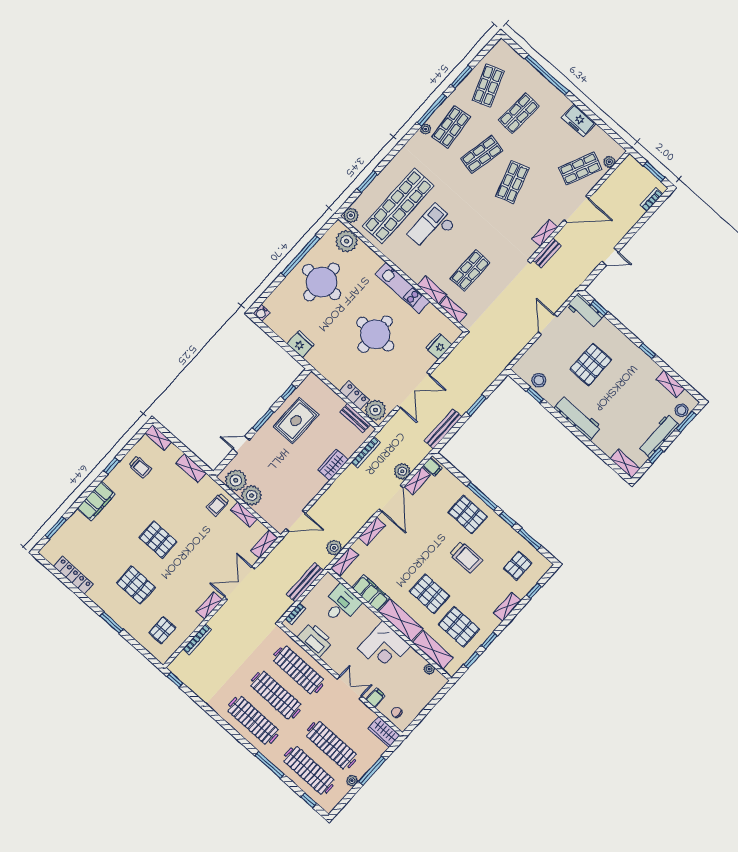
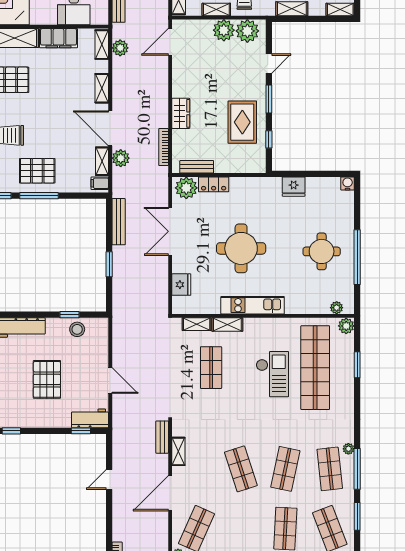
plant: (347, 241) -> (337, 308), width x0.53, depth x0.53
round table: (322, 282) -> (322, 251), width x0.73, depth x0.73

